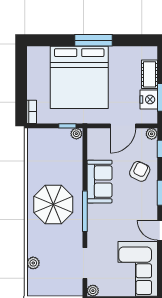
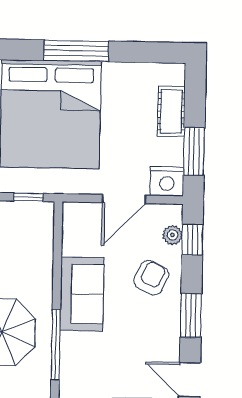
nightstand: (149, 100) -> (167, 181), moved, turned 90
plant: (76, 134) -> (44, 211), removed
plant: (152, 134) -> (172, 235), moved

